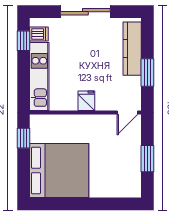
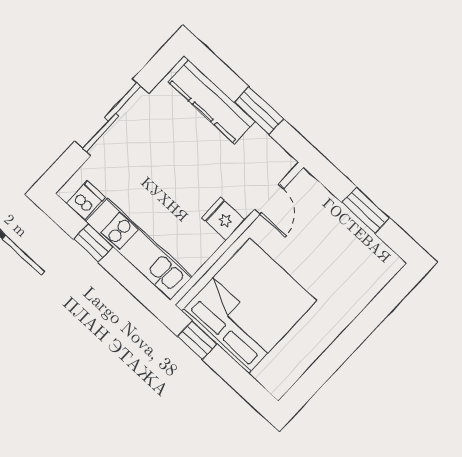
window: (24, 41) -> (93, 243), moved
door: (127, 112) -> (269, 199), moved
bed: (59, 171) -> (249, 306), moved

